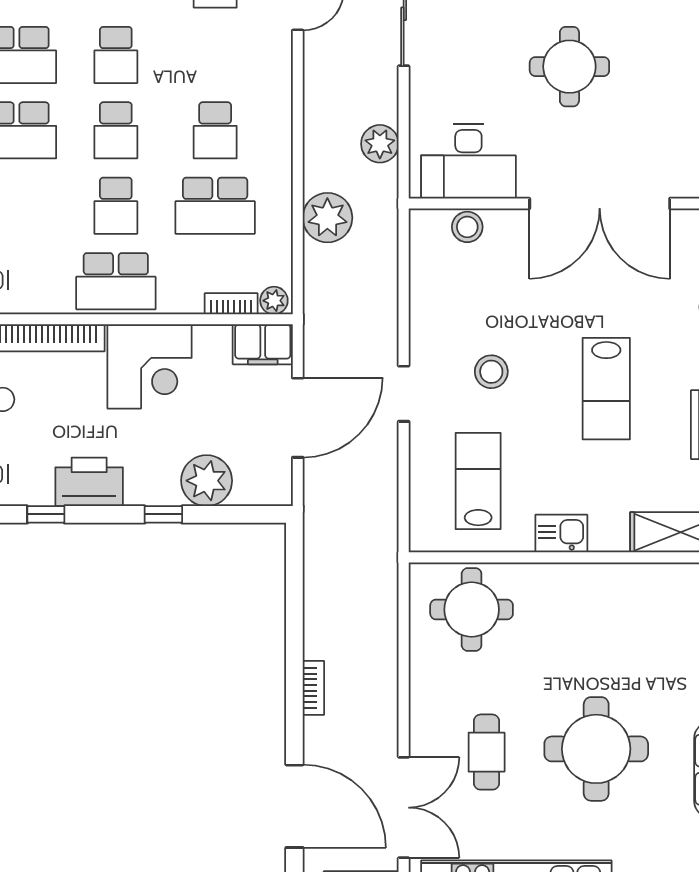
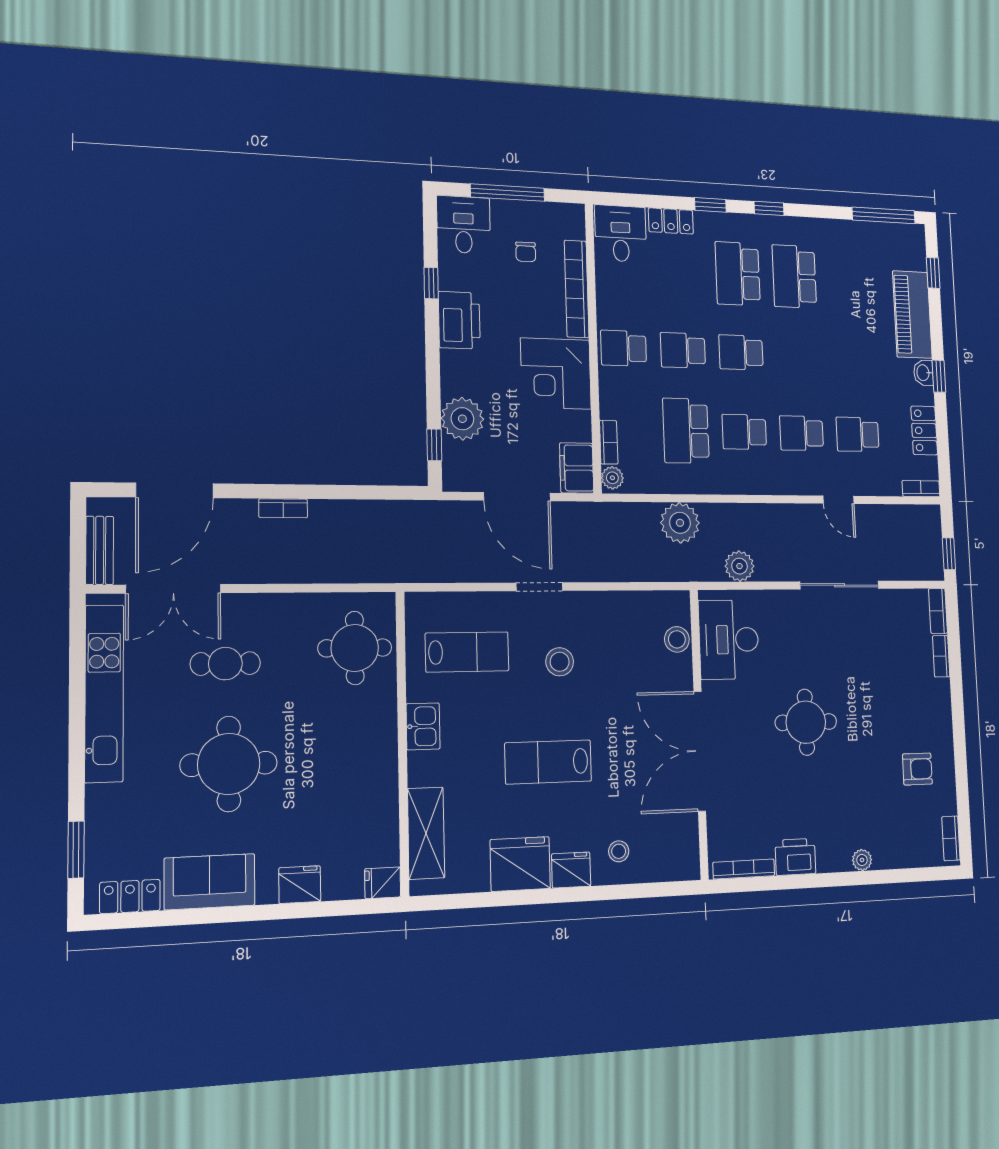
school desk: (116, 55) -> (802, 433), moved
school desk: (116, 281) -> (624, 348), width x0.54
window: (163, 514) -> (434, 445), moved

